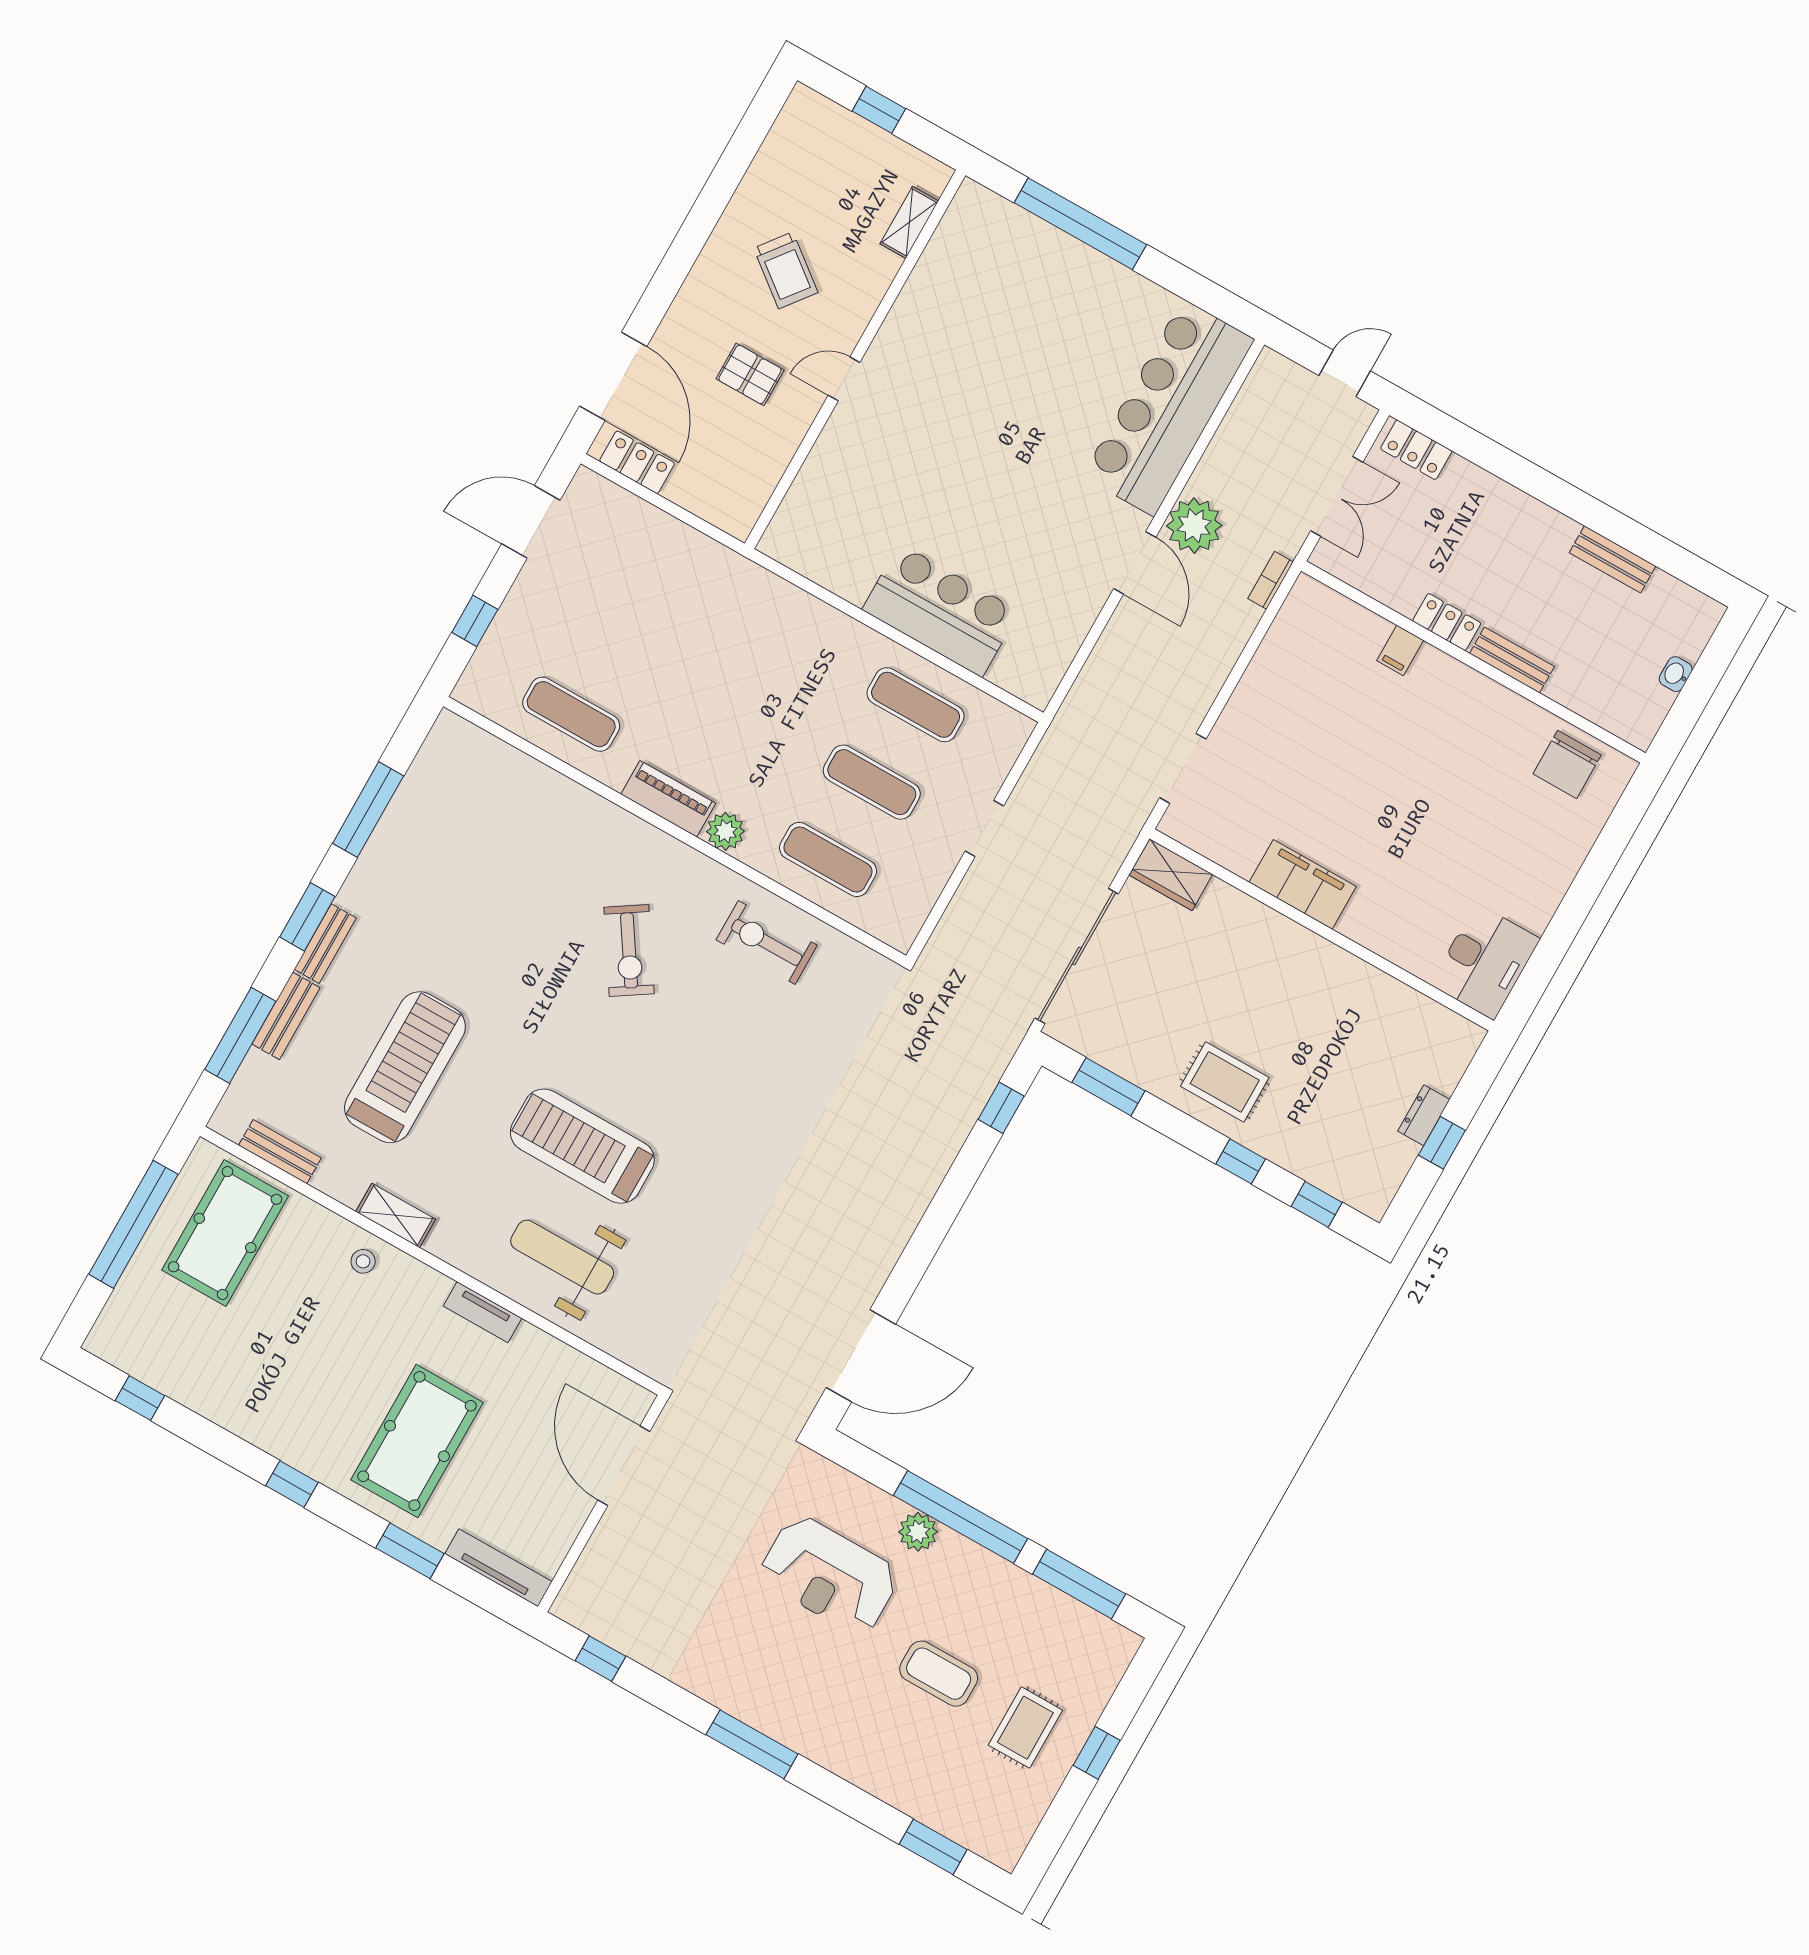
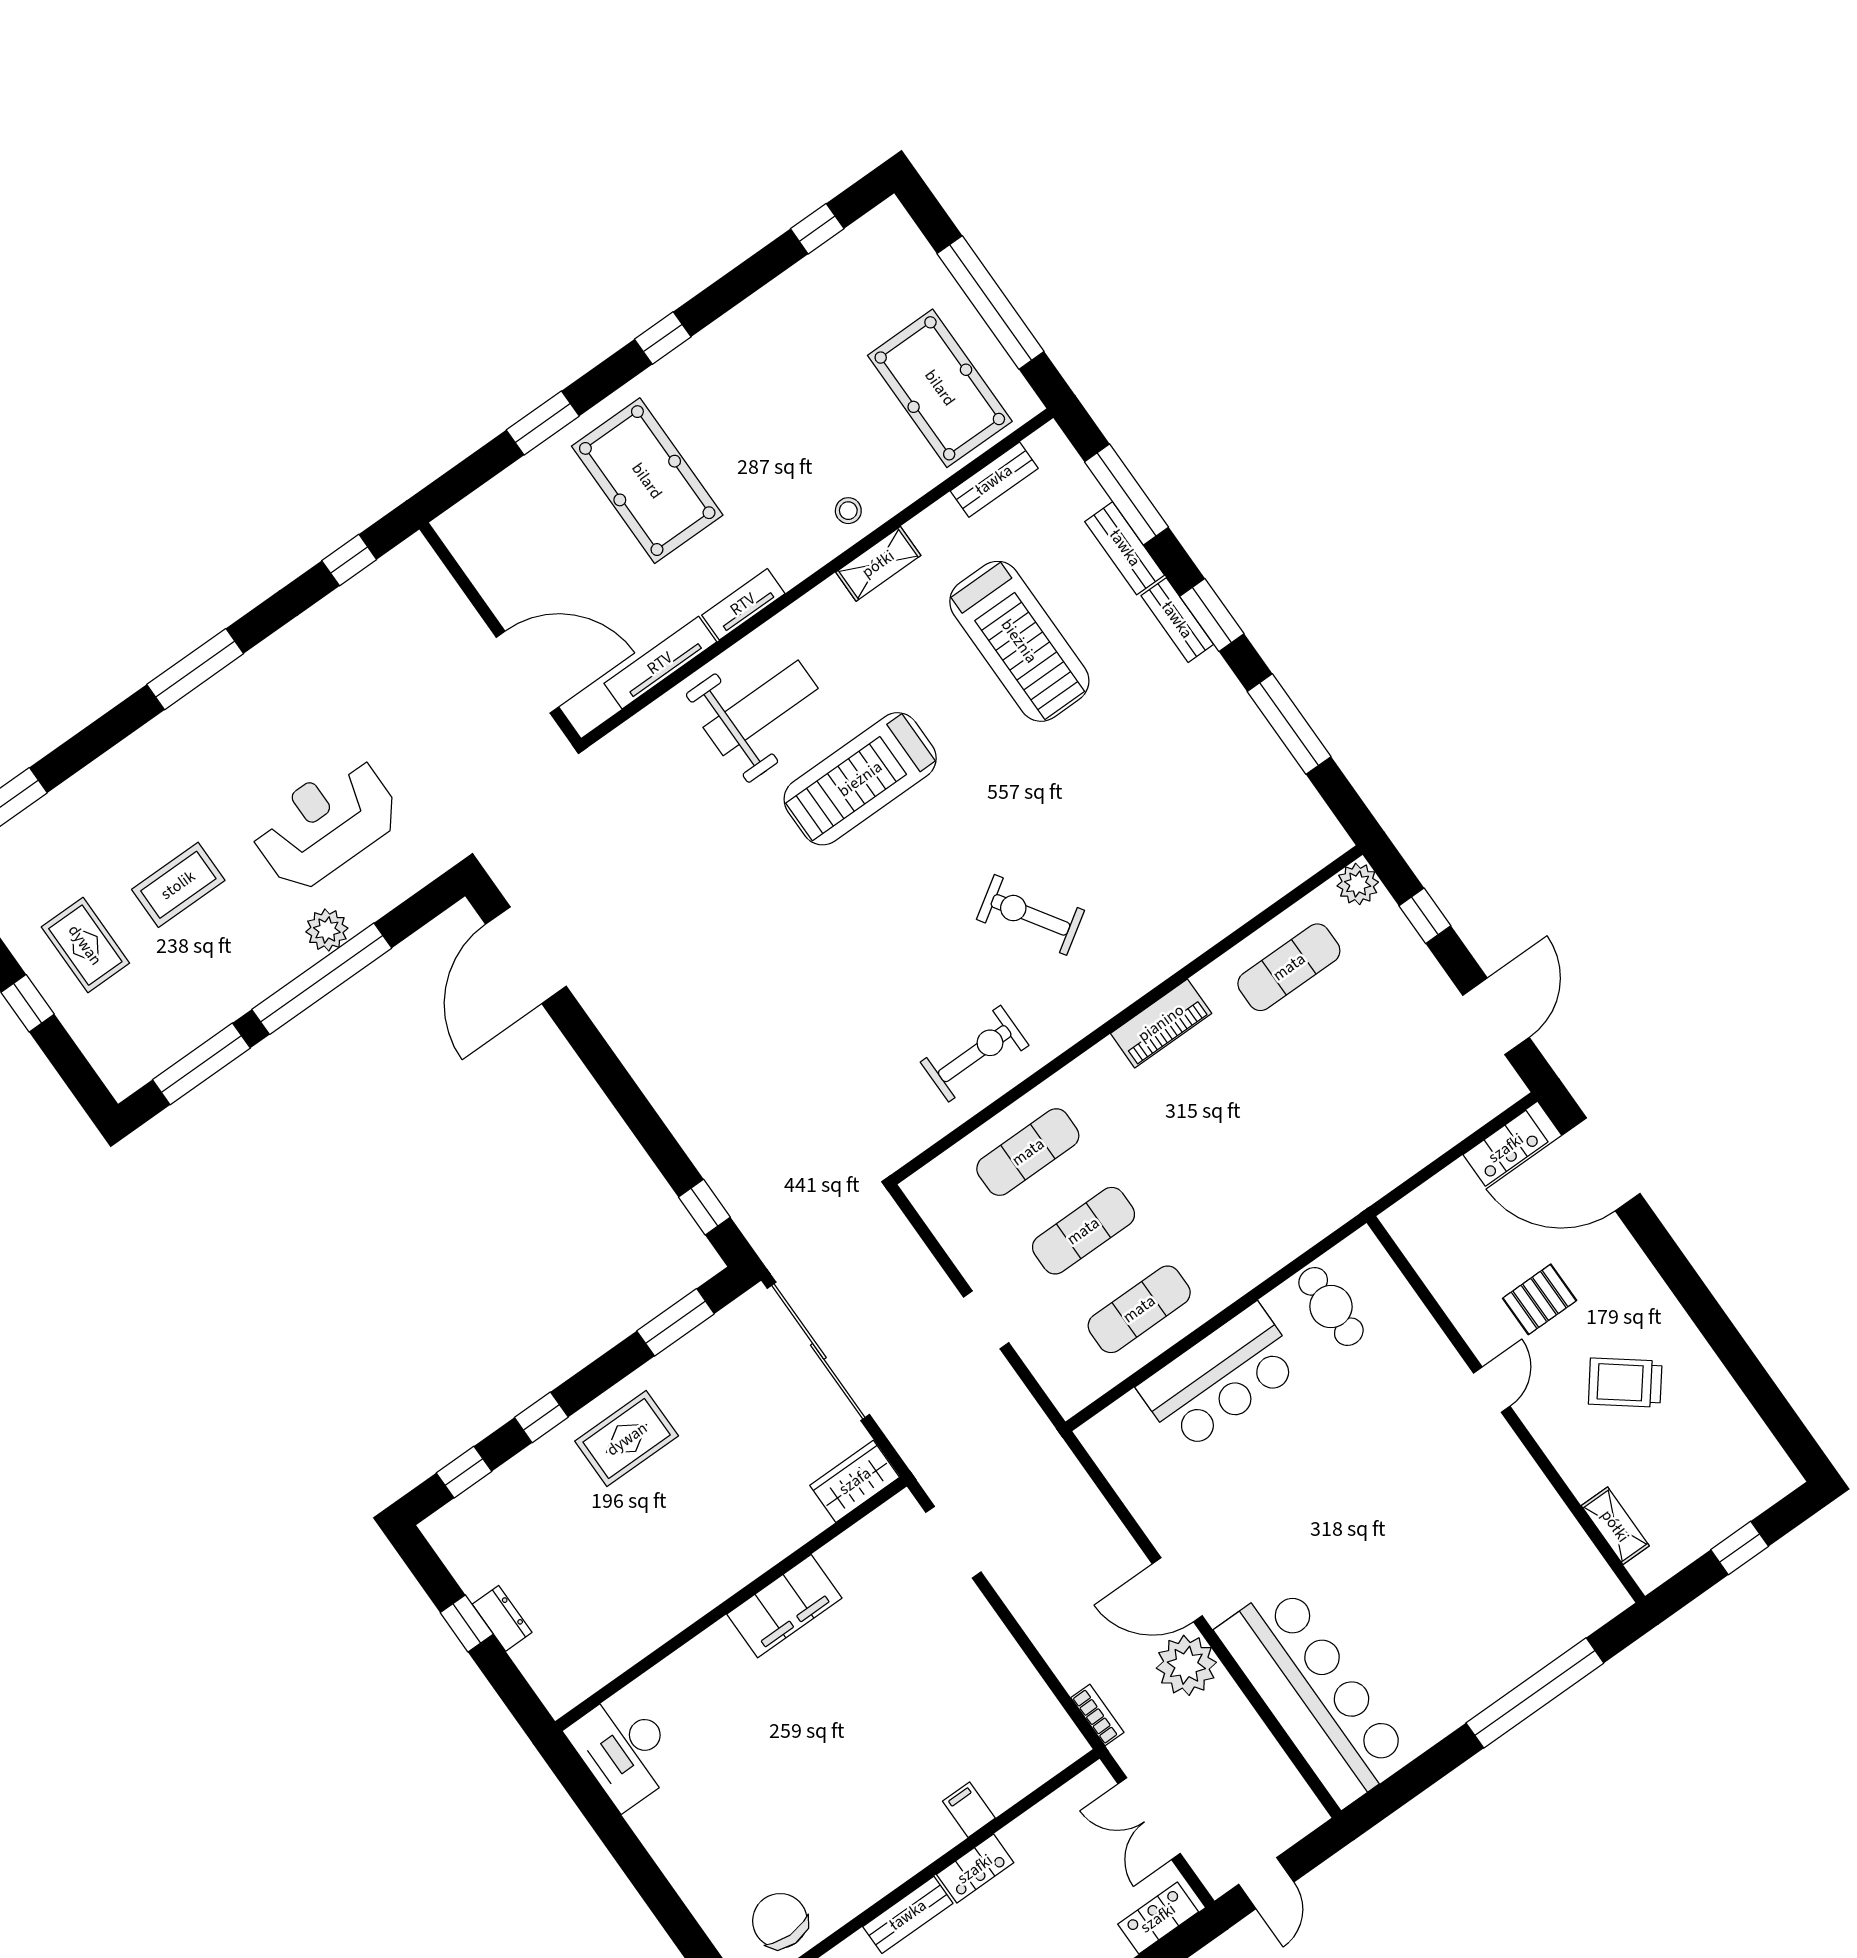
cafe table: (838, 546) -> (1331, 1307), added
plant: (725, 831) -> (1358, 884), moved
treadmill: (582, 1146) -> (860, 779), turned 180
tv unit: (498, 1568) -> (660, 663), moved, turned 180

